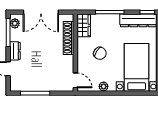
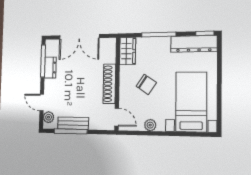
plant: (15, 23) -> (49, 117), moved
shoe rack: (68, 38) -> (109, 84), moved
dresser: (15, 51) -> (50, 68), moved
bench: (37, 86) -> (73, 123), added

